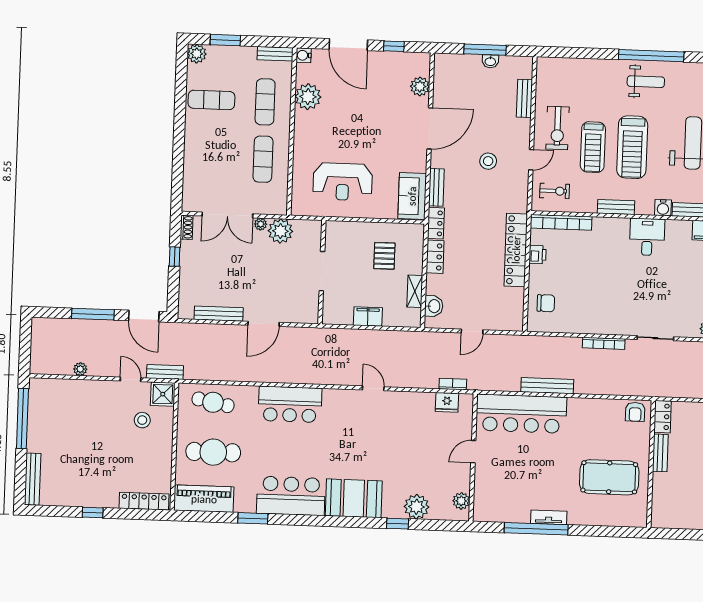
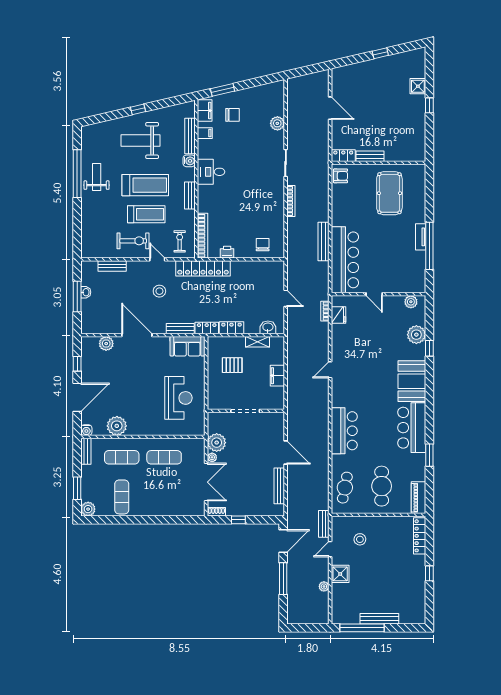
locker: (516, 250) -> (203, 268), moved
shower: (163, 394) -> (340, 574), moved
bench: (33, 479) -> (379, 619), moved
piano: (204, 499) -> (419, 498), width x0.73, depth x0.75

